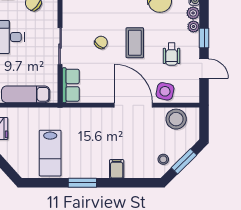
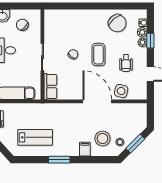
window: (204, 38) -> (150, 41), moved
stool: (176, 119) -> (103, 138), moved
lab bench: (50, 153) -> (35, 137), turned -90

